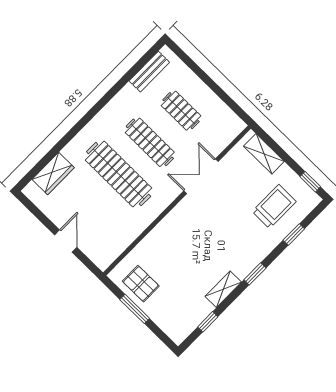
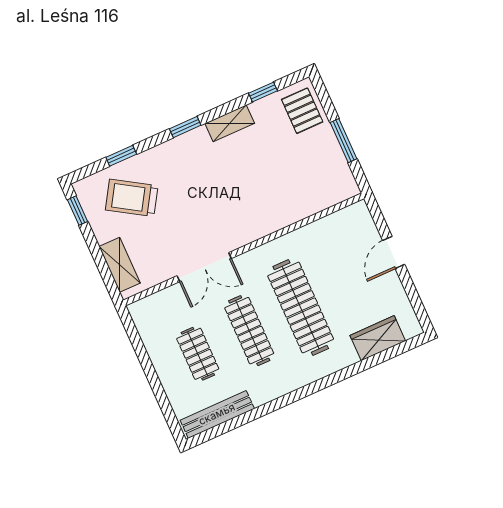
bench: (149, 72) -> (217, 414), width x1.36
trolley: (274, 207) -> (132, 198), turned 32
pallet: (141, 284) -> (302, 111), moved

